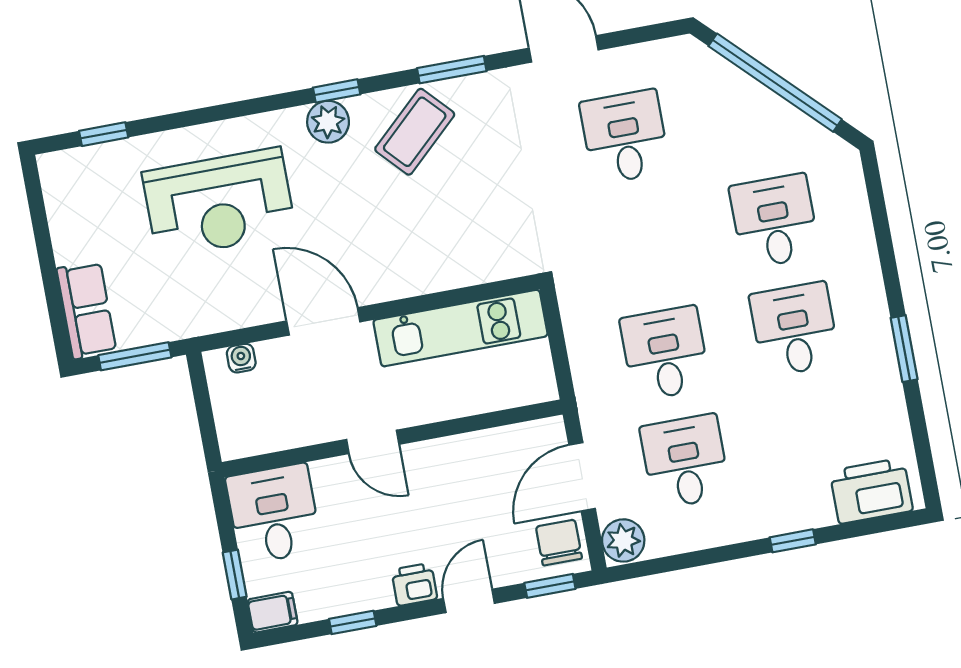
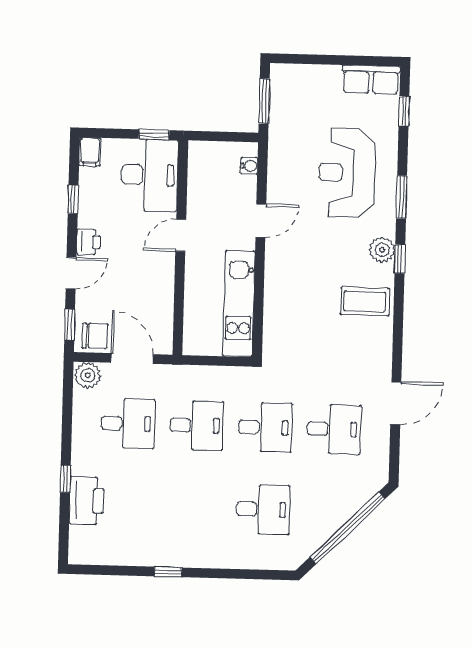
window: (452, 70) -> (402, 197), moved
coffee table: (415, 132) -> (365, 301), turned -47
row of seats: (86, 310) -> (371, 80), moved
door: (323, 321) -> (261, 221), width x0.73
desk: (795, 329) -> (265, 427), moved
window: (904, 349) -> (168, 572), width x0.67
printer: (871, 491) -> (86, 501), moved
desk: (274, 514) -> (150, 175), width x1.37
window: (235, 575) -> (154, 135), moved
door: (469, 601) -> (71, 273), hinge flipped

